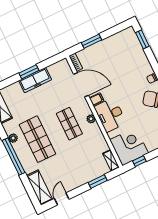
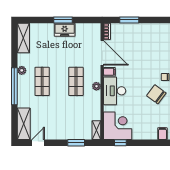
freezer: (35, 80) -> (65, 30), width x0.71
shop shelf: (37, 139) -> (42, 81), width x0.70, depth x0.74

